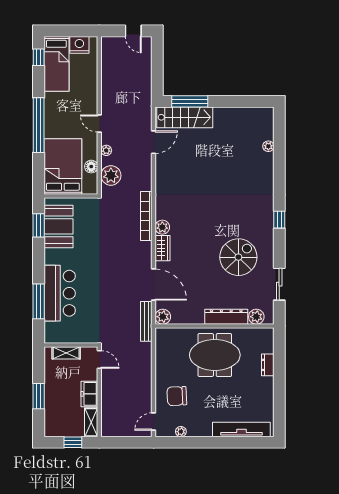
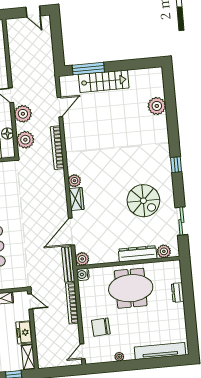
stairs: (185, 117) -> (104, 81), moved
plant: (268, 146) -> (157, 106), width x1.88, depth x1.88
plant: (106, 150) -> (23, 114), width x1.87, depth x1.87
bookcase: (146, 216) -> (57, 148), moved
spiral stairs: (238, 257) -> (143, 201), turned 90
door: (154, 285) -> (71, 232), swing flipped
water cooler: (162, 334) -> (83, 274), added
bookcase: (147, 366) -> (72, 303), added
plant: (181, 432) -> (119, 357), moved

